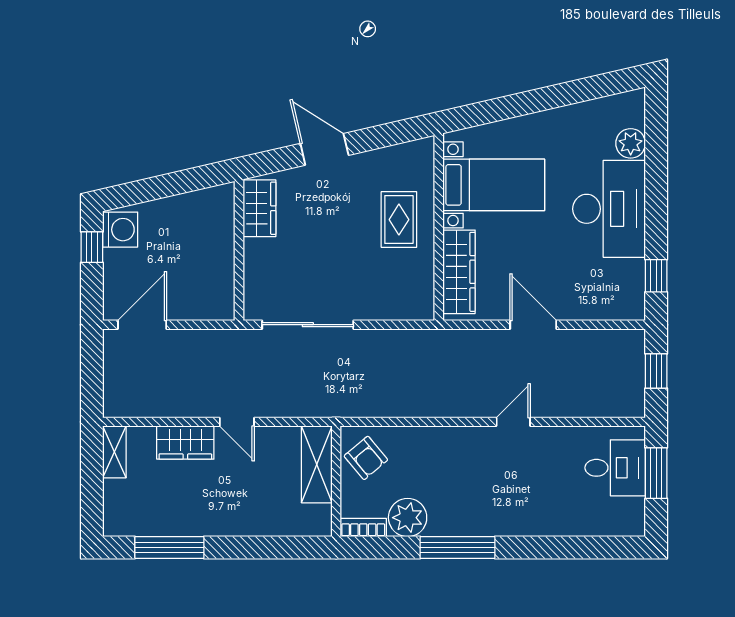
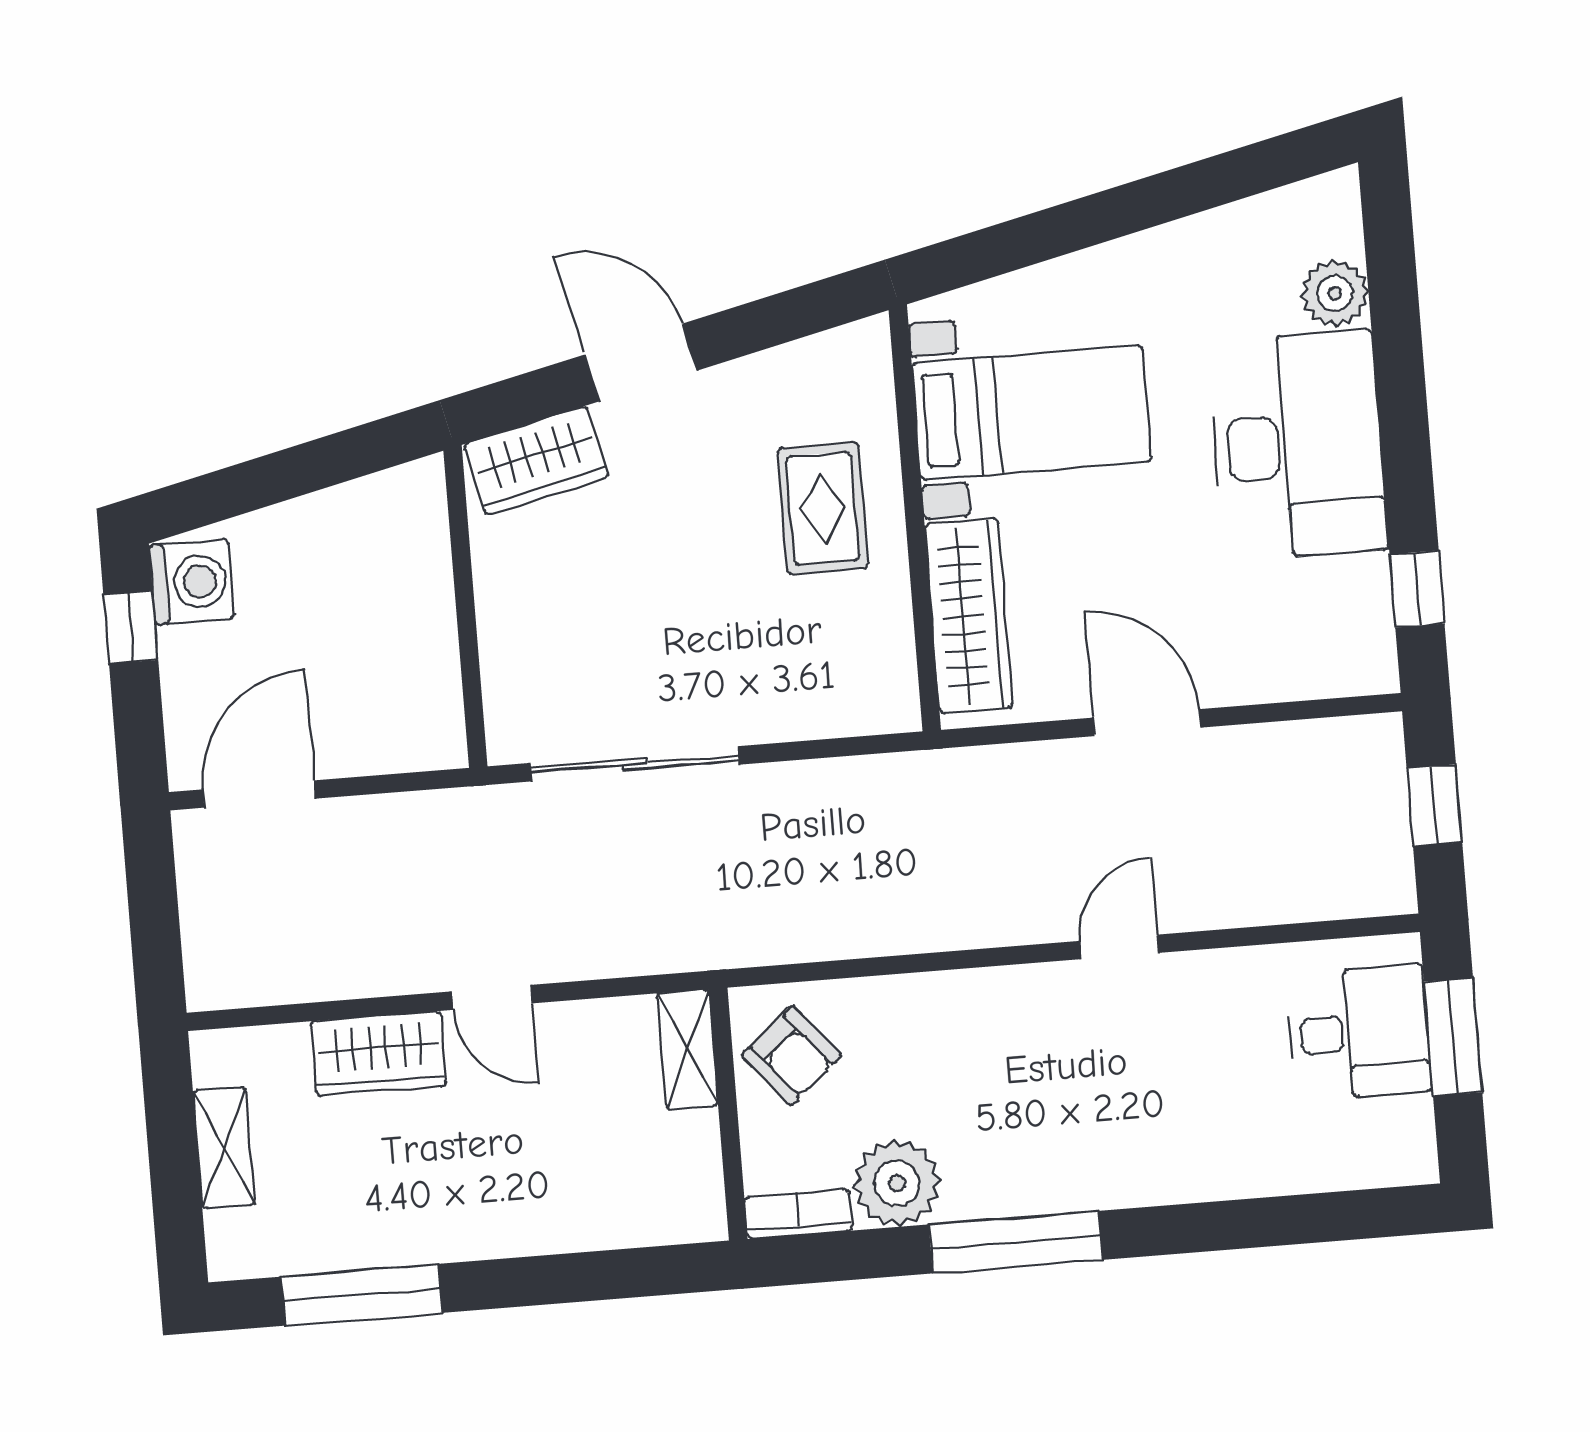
wardrobe: (259, 208) -> (536, 461), moved, turned 77
shelving: (114, 452) -> (224, 1148), moved
shelving: (317, 464) -> (687, 1049), width x0.67, depth x0.75

